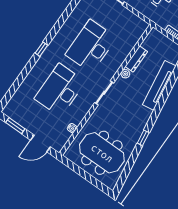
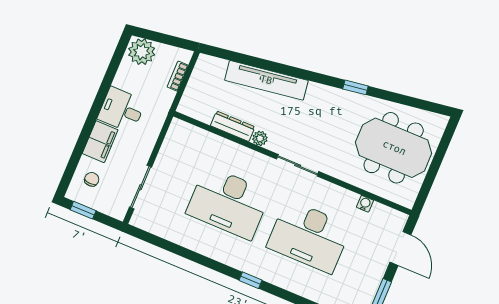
meeting table: (102, 153) -> (394, 148), turned 90

